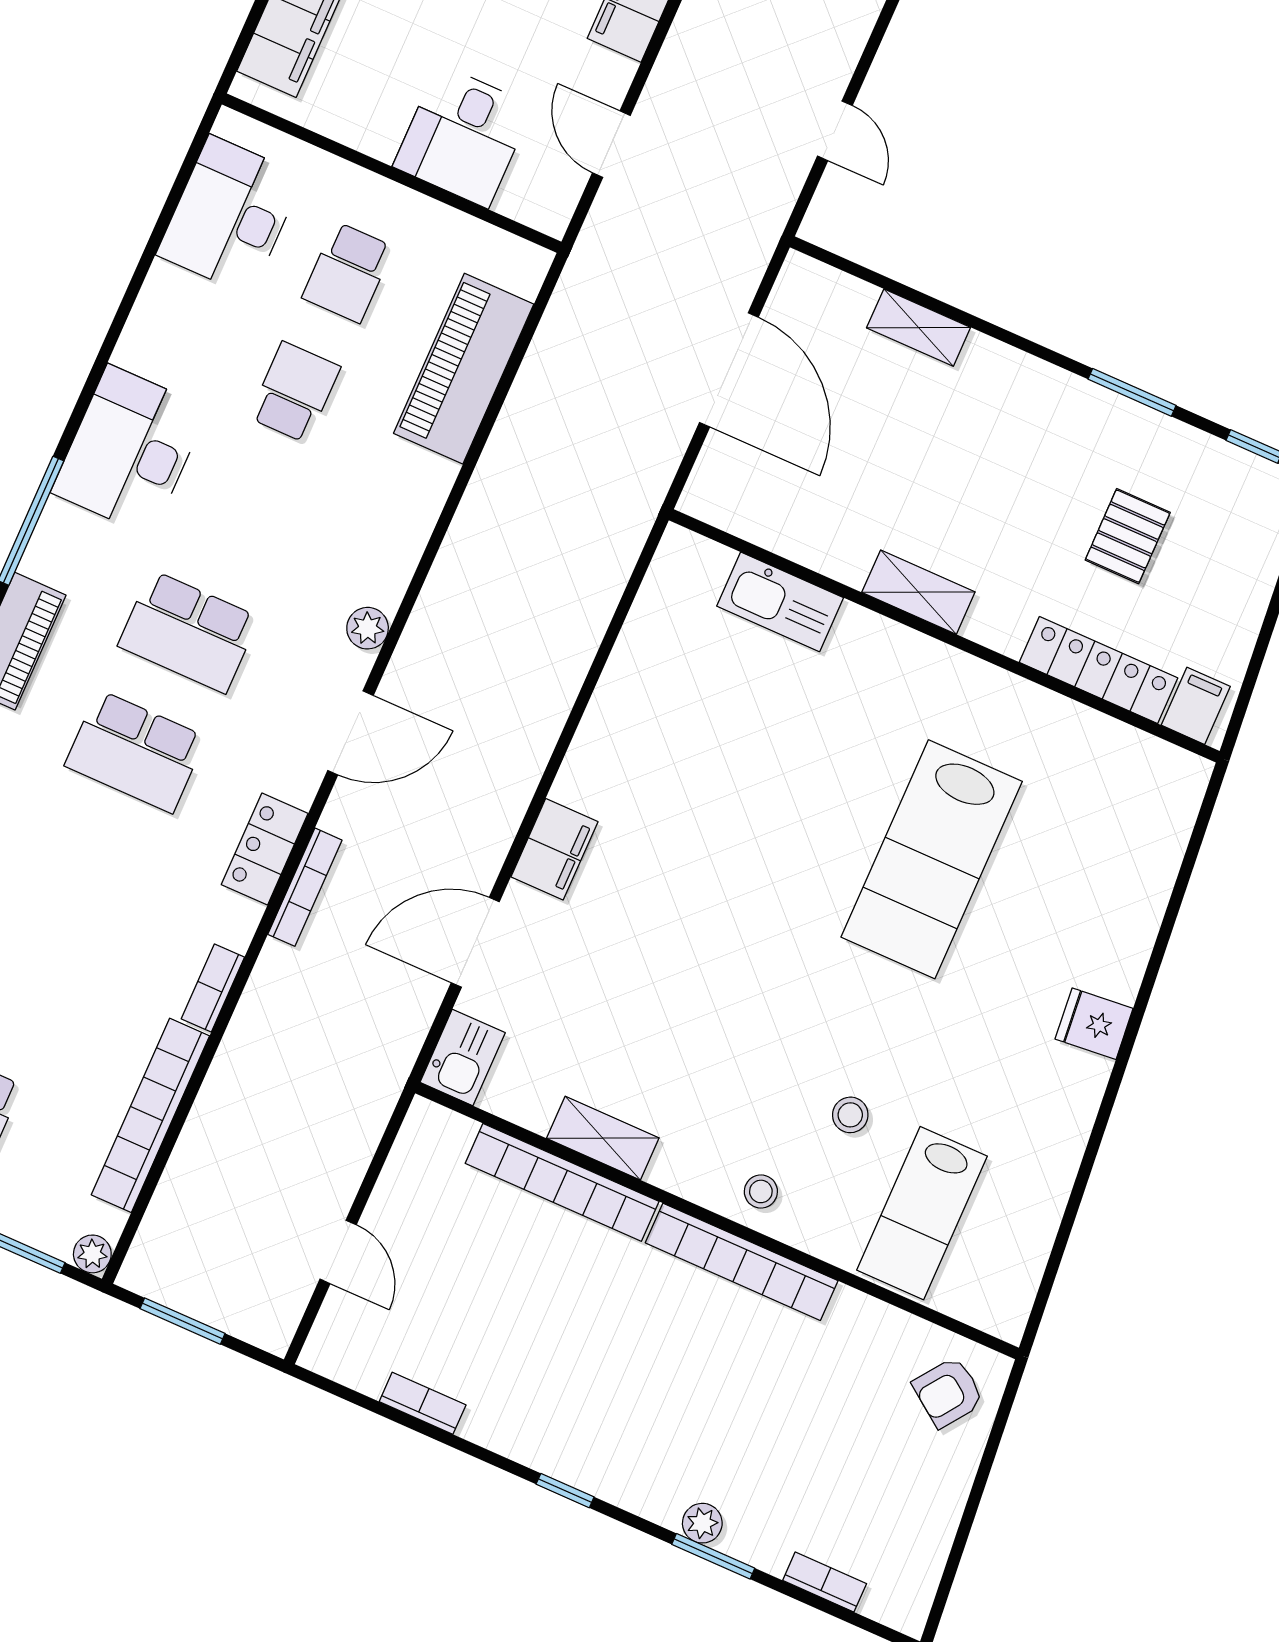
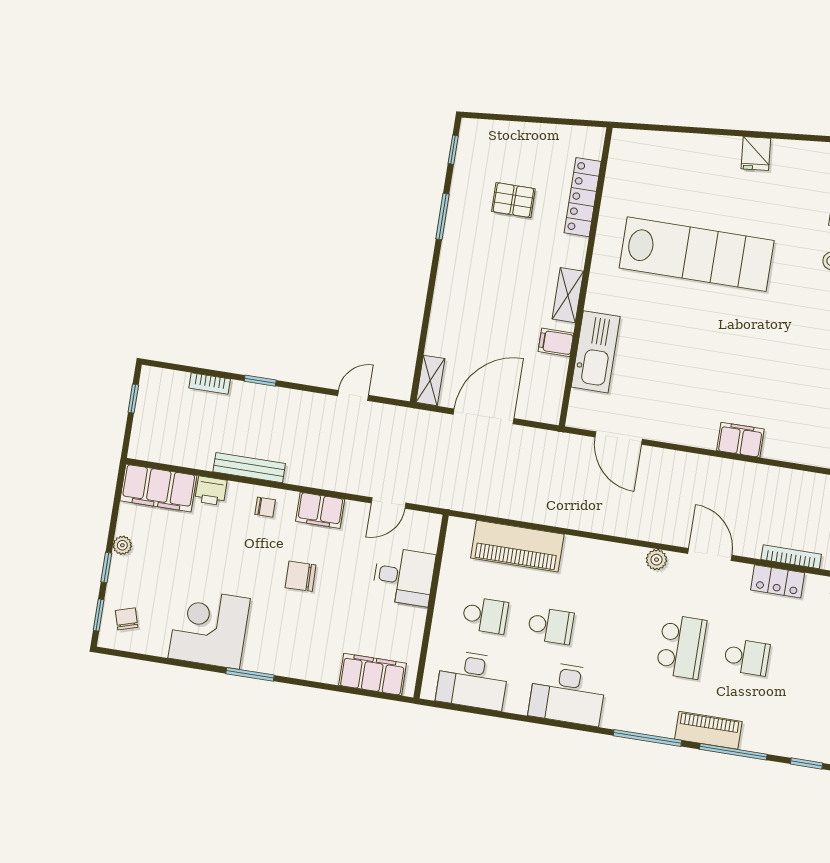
shelving: (919, 328) -> (430, 380), moved
school desk: (295, 392) -> (551, 626), turned 180
desk: (130, 450) -> (567, 694), moved
kitchen sink: (780, 602) -> (596, 352), width x1.36, depth x1.24
filing cabinet: (1196, 706) -> (556, 342), moved
school desk: (135, 751) -> (747, 657), width x0.54
lab bench: (932, 859) -> (697, 254), width x1.36
door: (475, 942) -> (619, 438), moved

